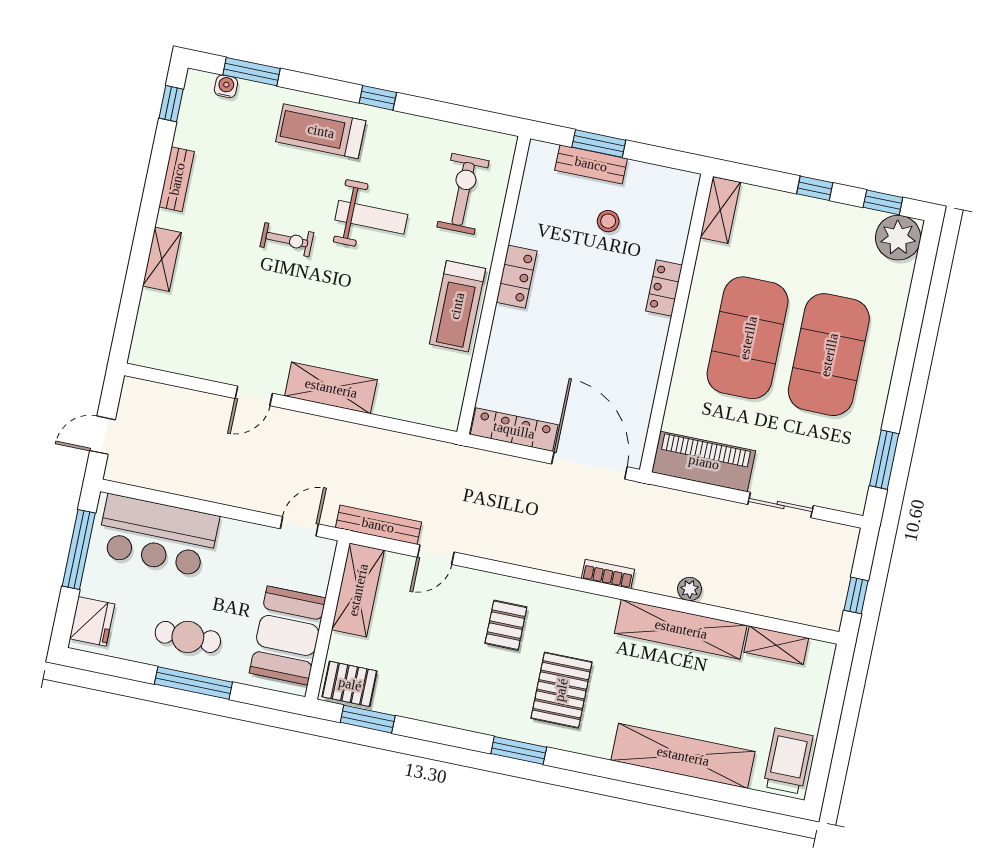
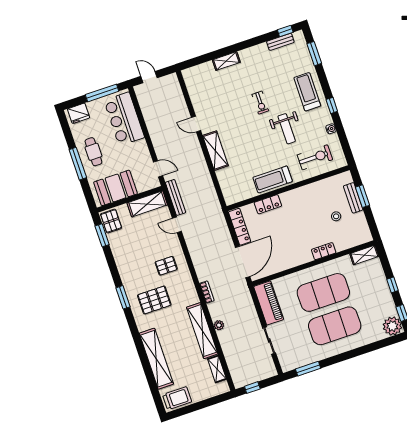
water cooler: (226, 86) -> (331, 129), moved
bench: (177, 179) -> (280, 42), moved
locker: (517, 277) -> (268, 204), moved

